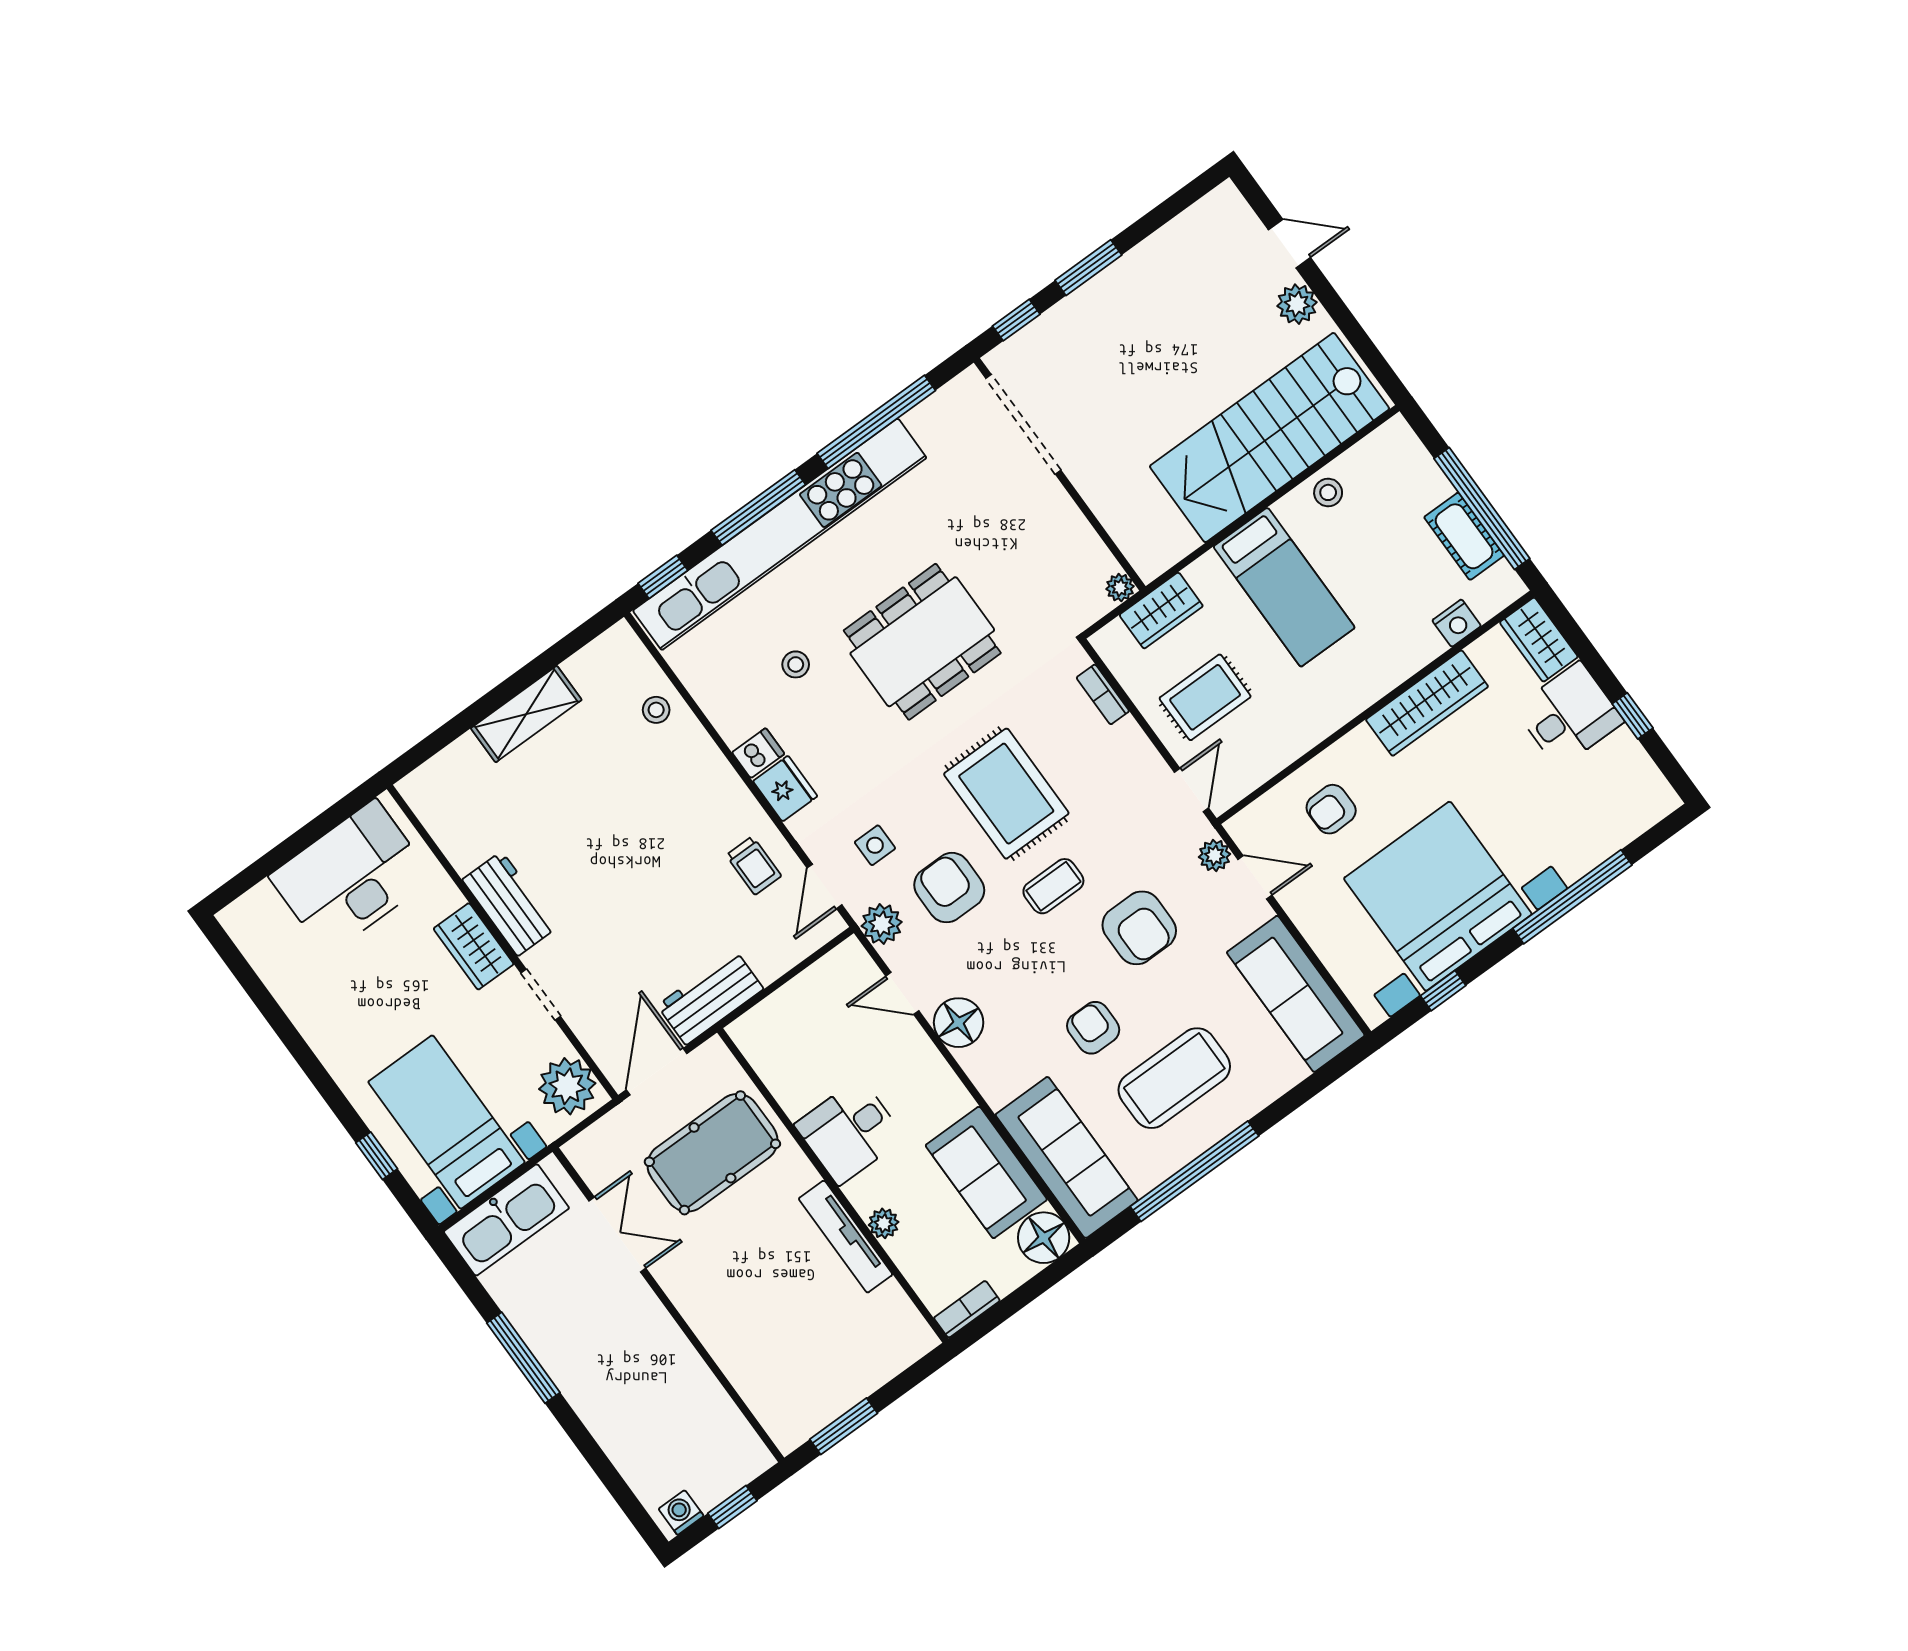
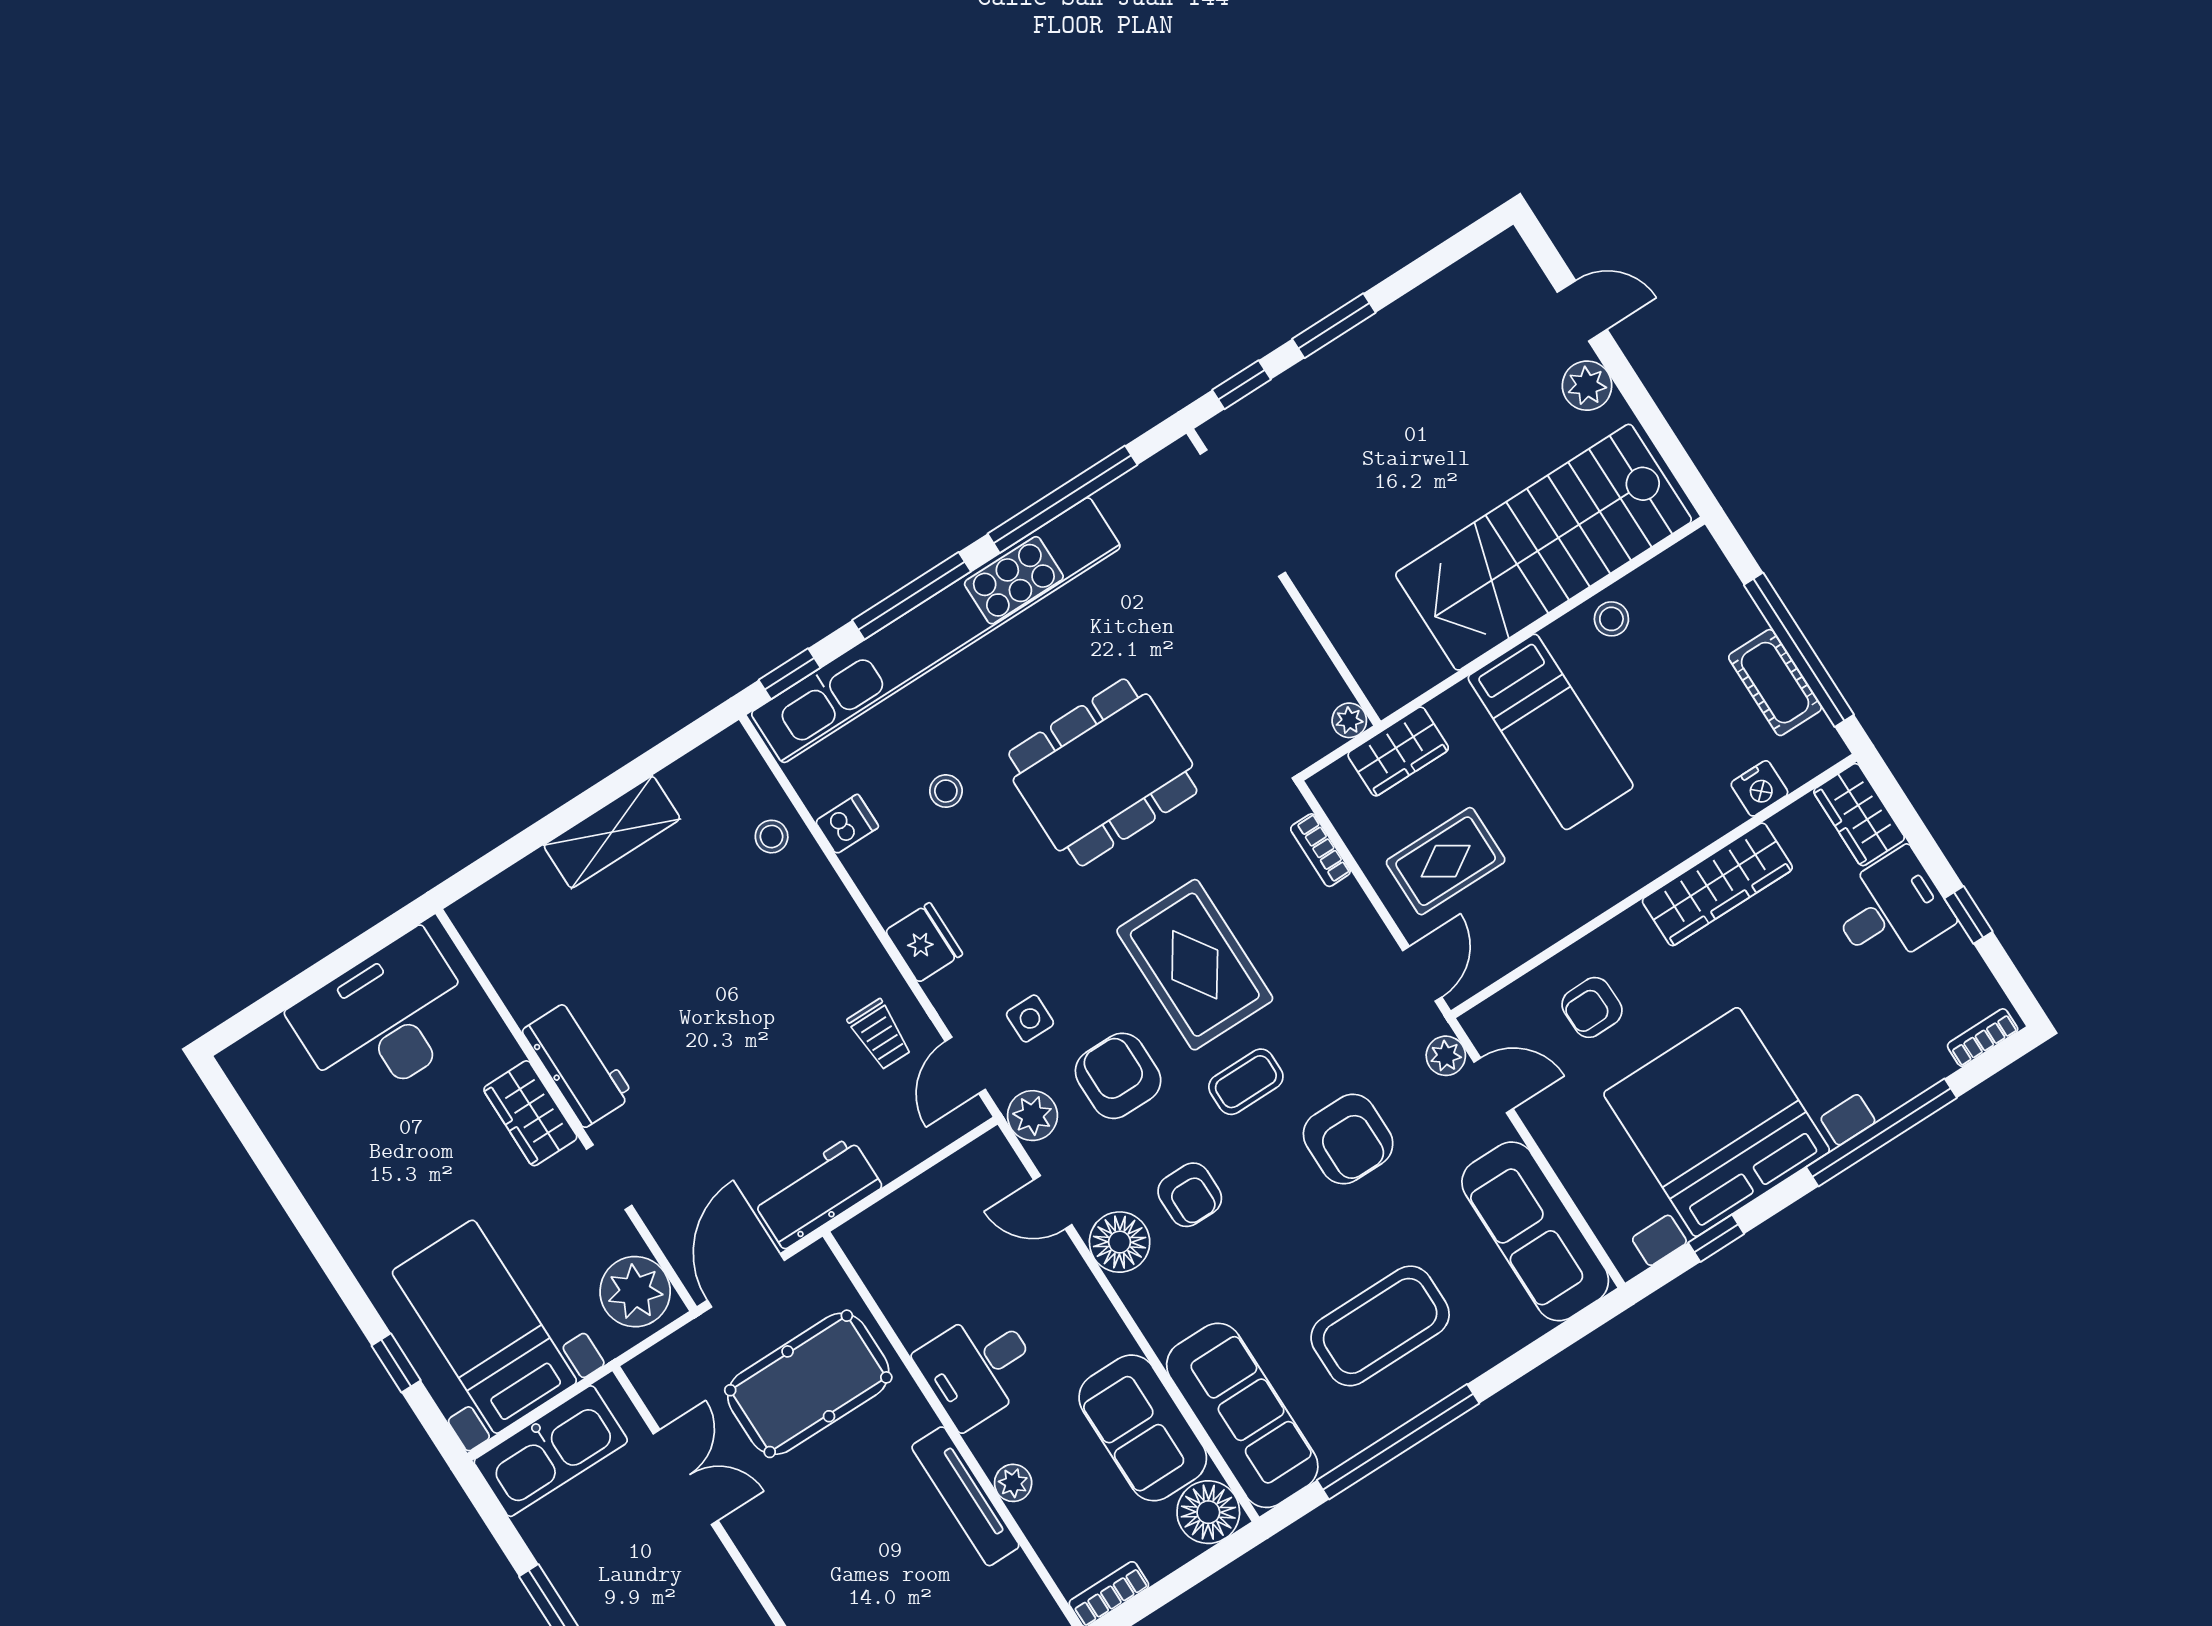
dishwasher: (758, 753) -> (847, 824), moved
bookcase: (1650, 815) -> (1983, 1038), added
armchair: (1093, 1028) -> (1190, 1195), moved, turned 180

